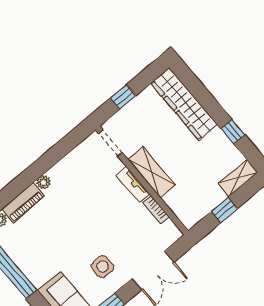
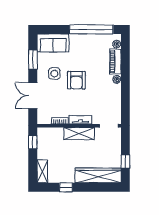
window: (123, 97) -> (125, 162), moved
window: (224, 210) -> (33, 142), moved
armchair: (88, 232) -> (76, 80), added

